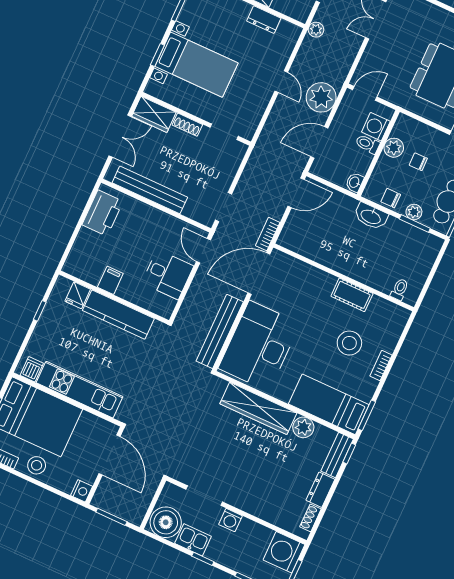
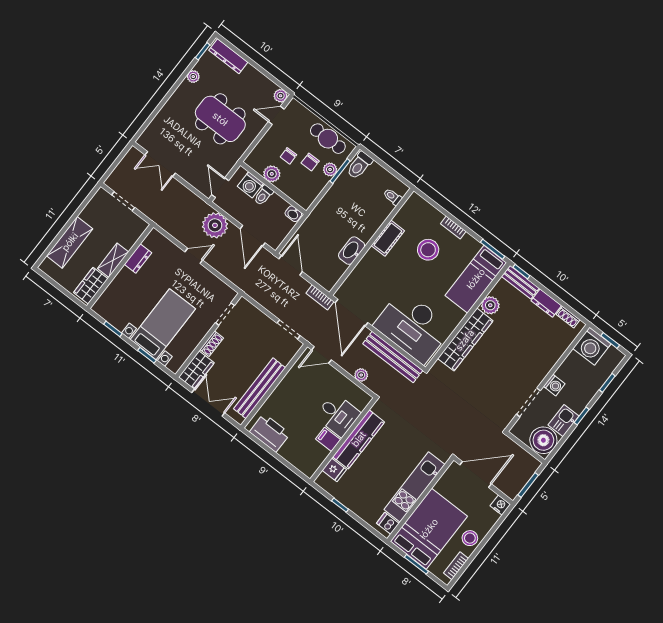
plant: (316, 30) -> (361, 375), moved
chair: (391, 198) -> (310, 162), moved
washbasin: (371, 216) -> (352, 251), moved, turned 180
toilet: (426, 244) -> (360, 165), added
desk: (168, 274) -> (338, 415), moved, turned 90

